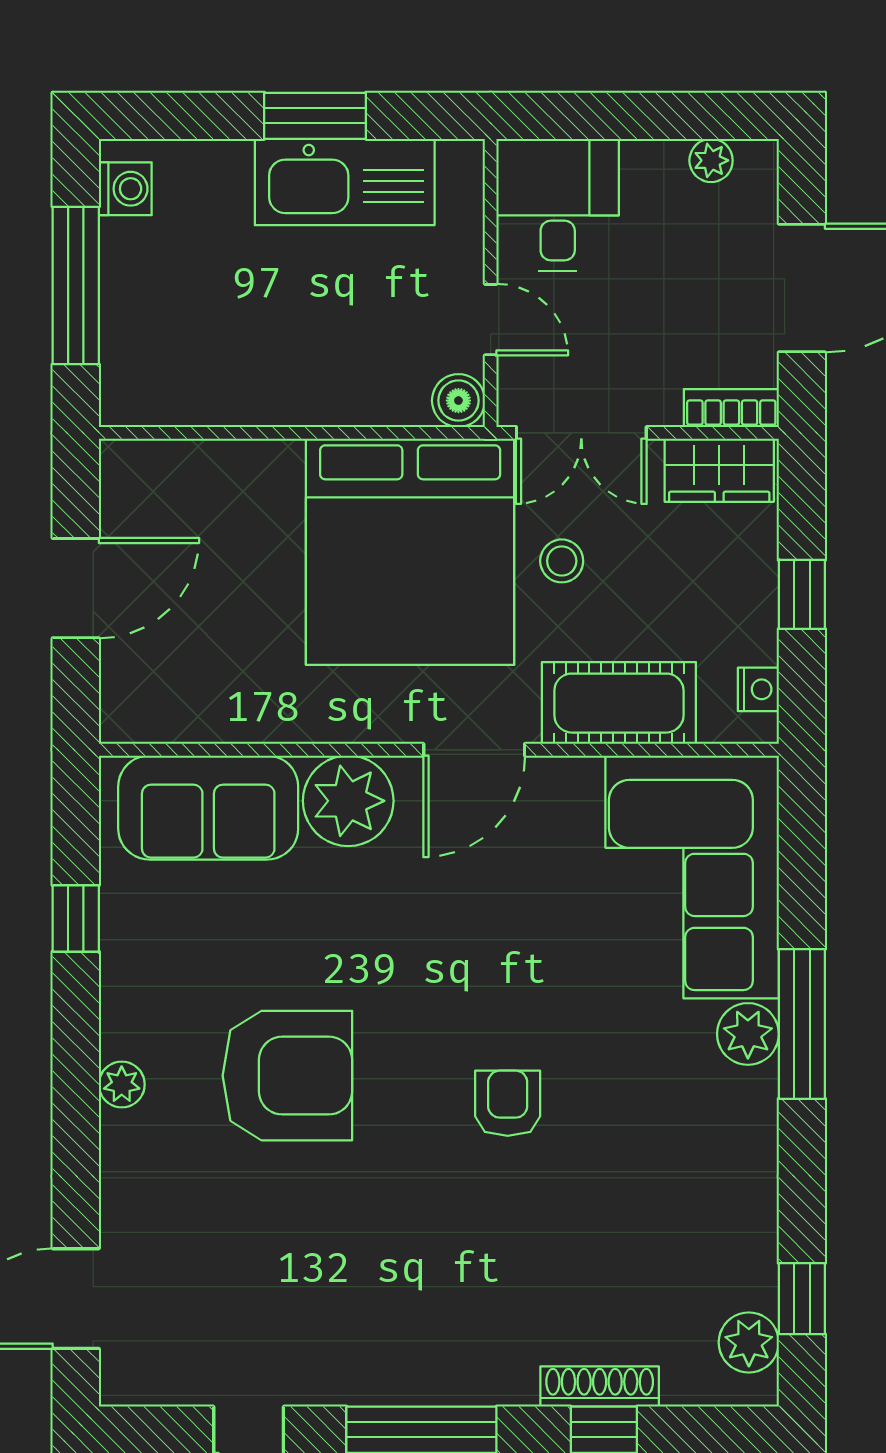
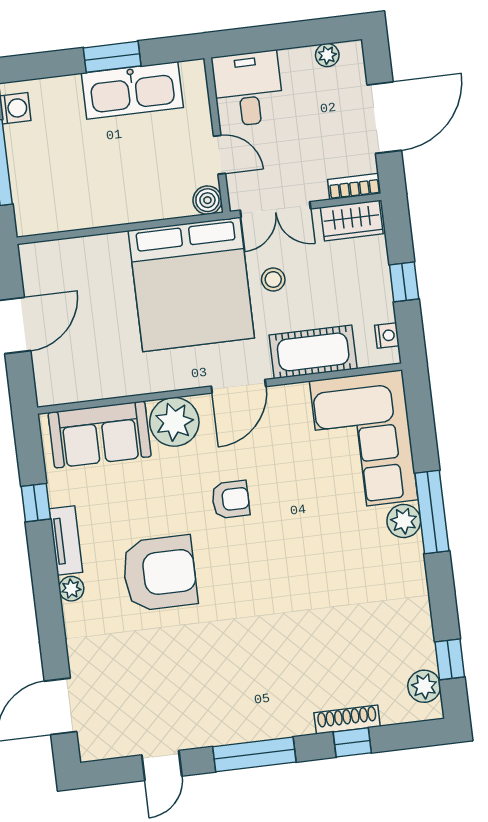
tv unit: (123, 995) -> (66, 540), added
armchair: (508, 1103) -> (231, 499), moved, turned 90

